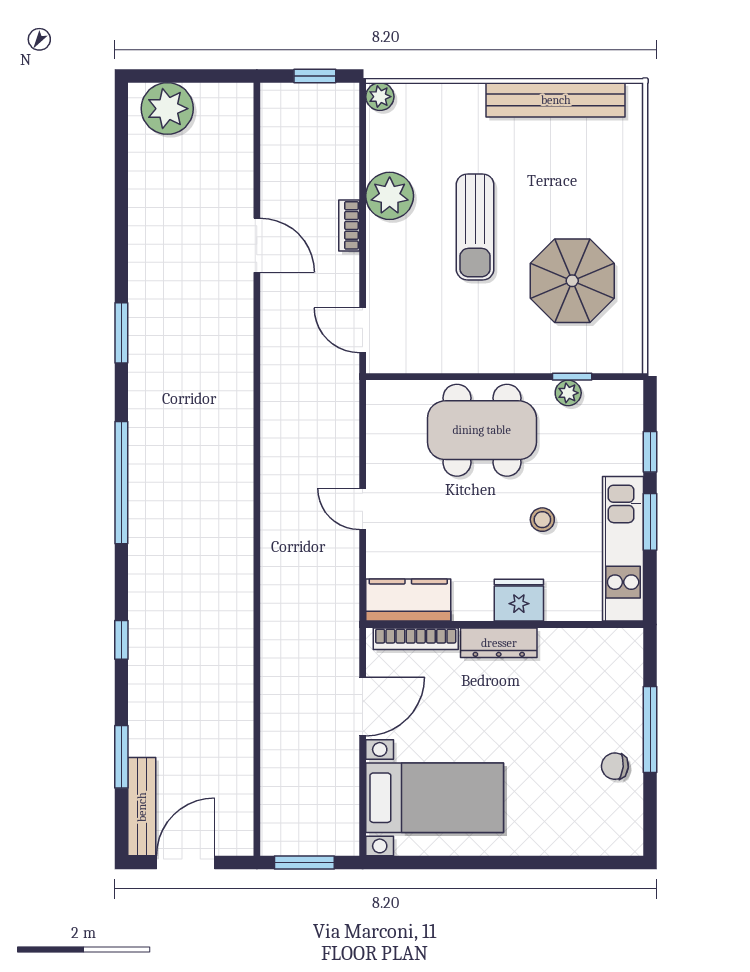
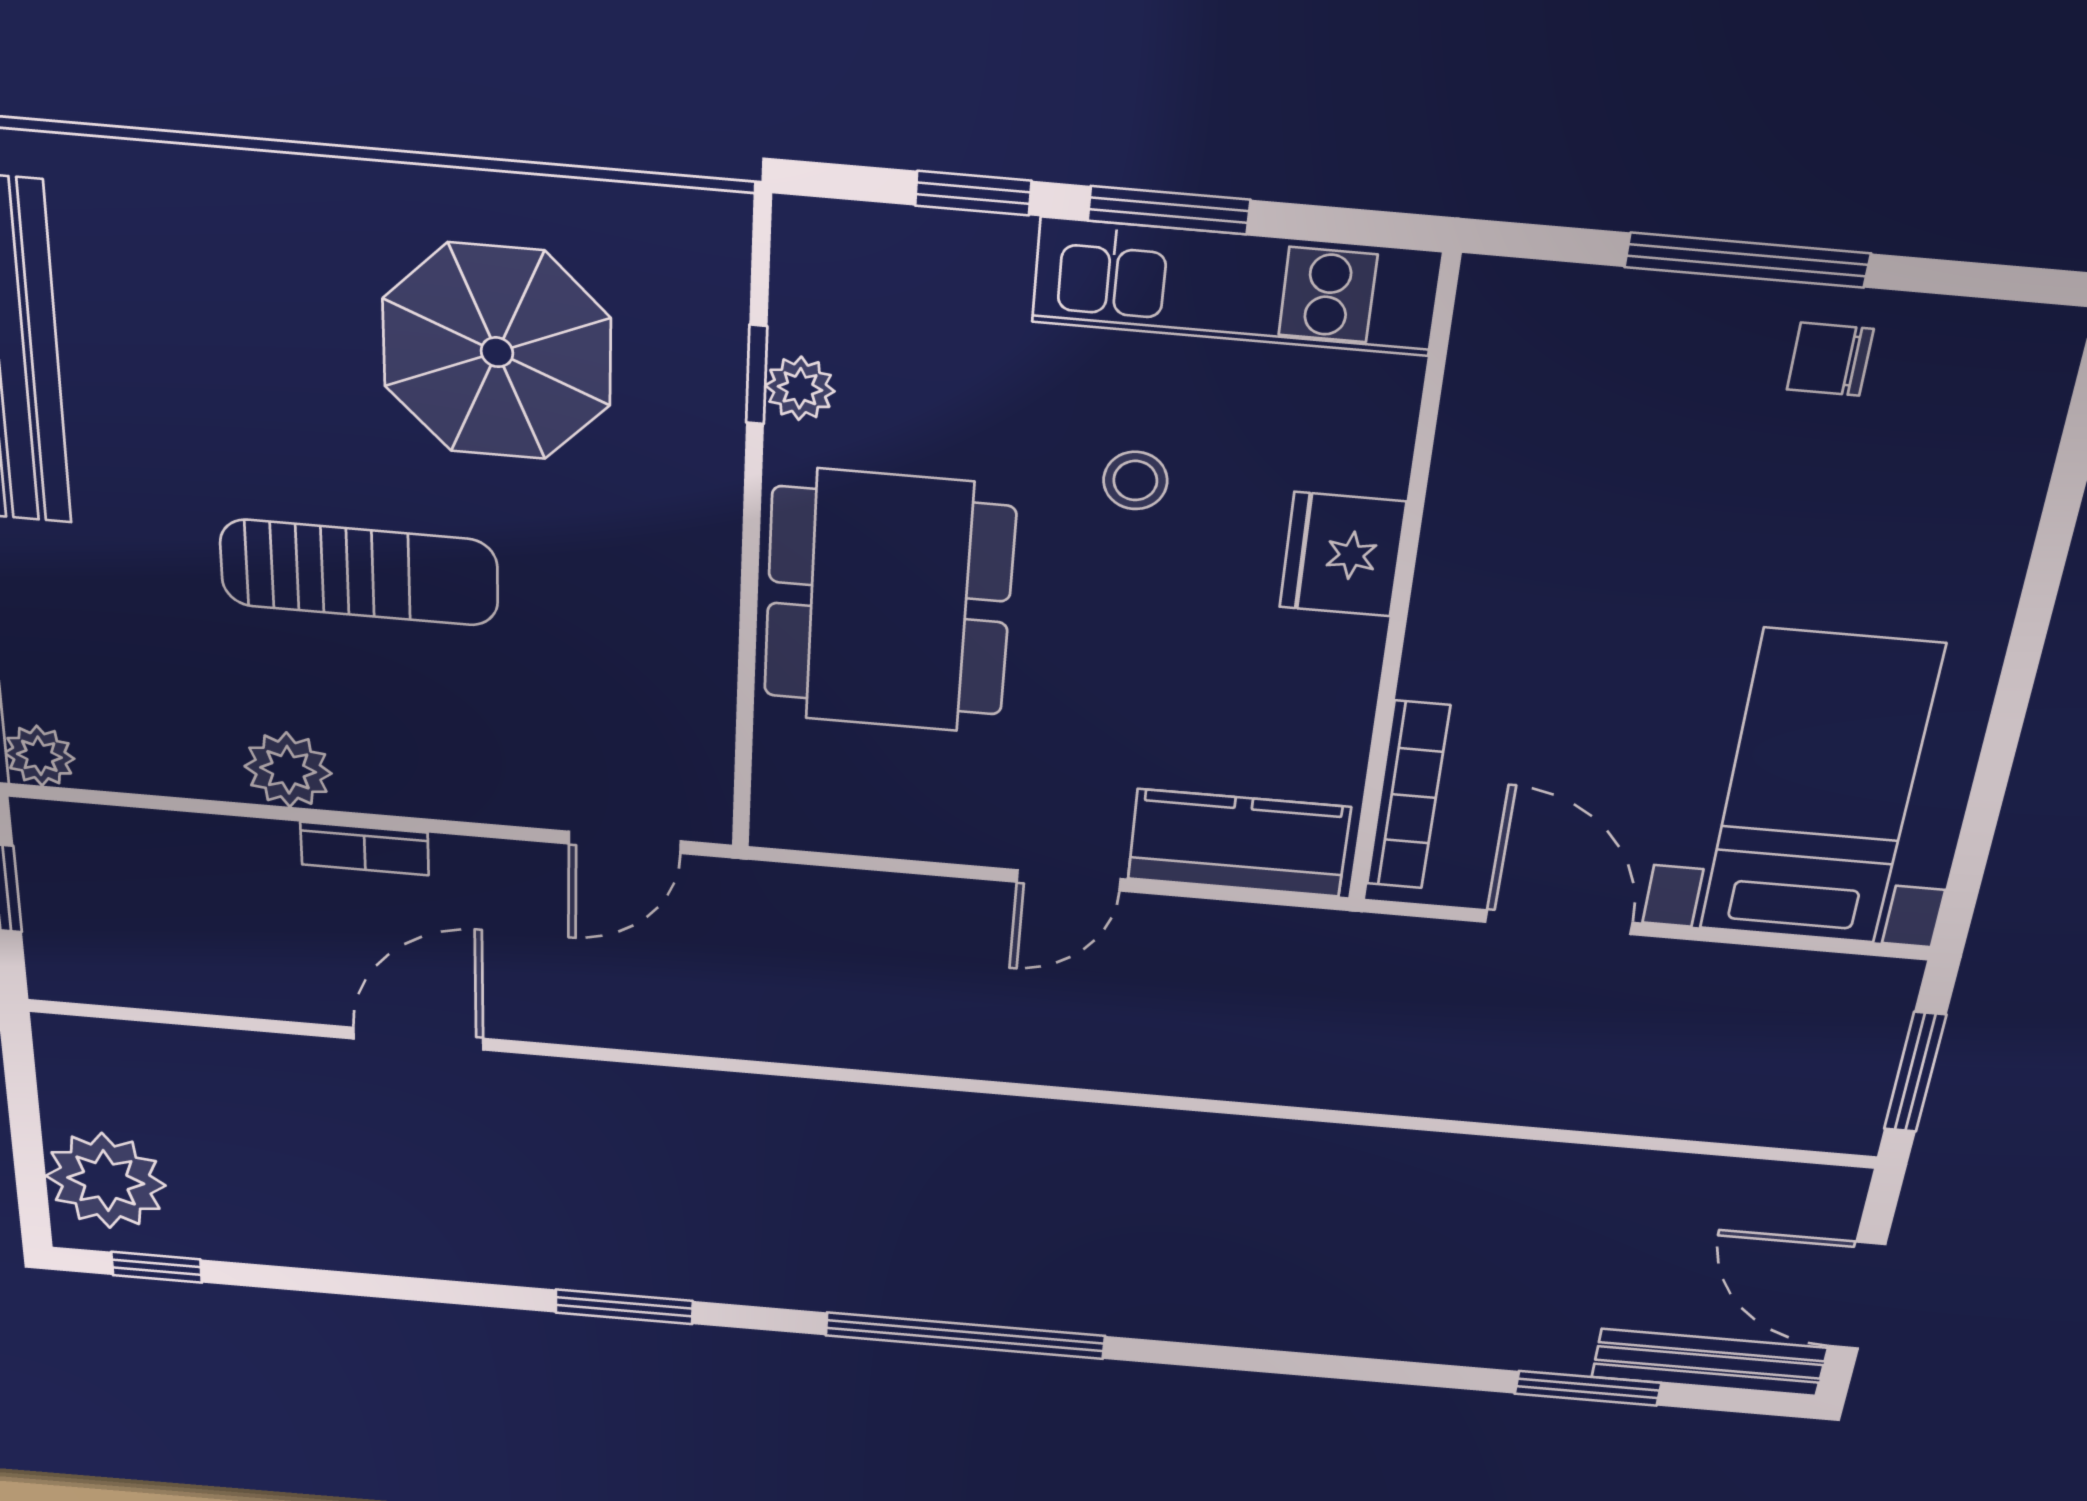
plant: (390, 196) -> (288, 770), width x0.73, depth x0.73
kitchen counter: (408, 600) -> (1239, 843), moved, turned 90
window: (121, 640) -> (157, 1267), moved
dresser: (499, 643) -> (1447, 611), removed
chair: (615, 766) -> (1830, 359), turned 85

